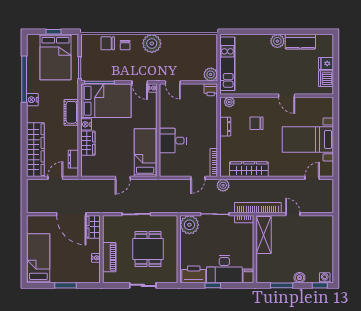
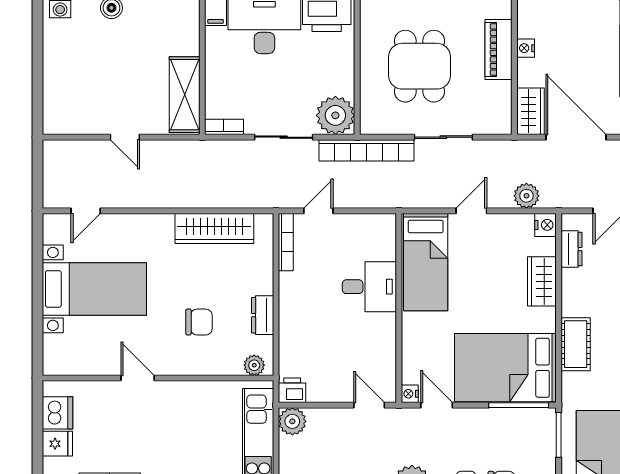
nightstand: (86, 124) -> (546, 225), moved
plant: (223, 185) -> (526, 196), moved
bookcase: (258, 208) -> (367, 150), moved

